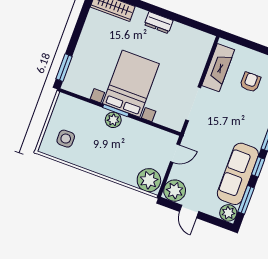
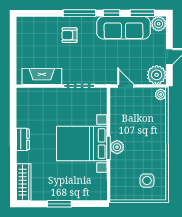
window: (64, 68) -> (59, 204), moved
armchair: (250, 82) -> (69, 35), moved
plant: (149, 180) -> (161, 94), width x0.53, depth x0.53

